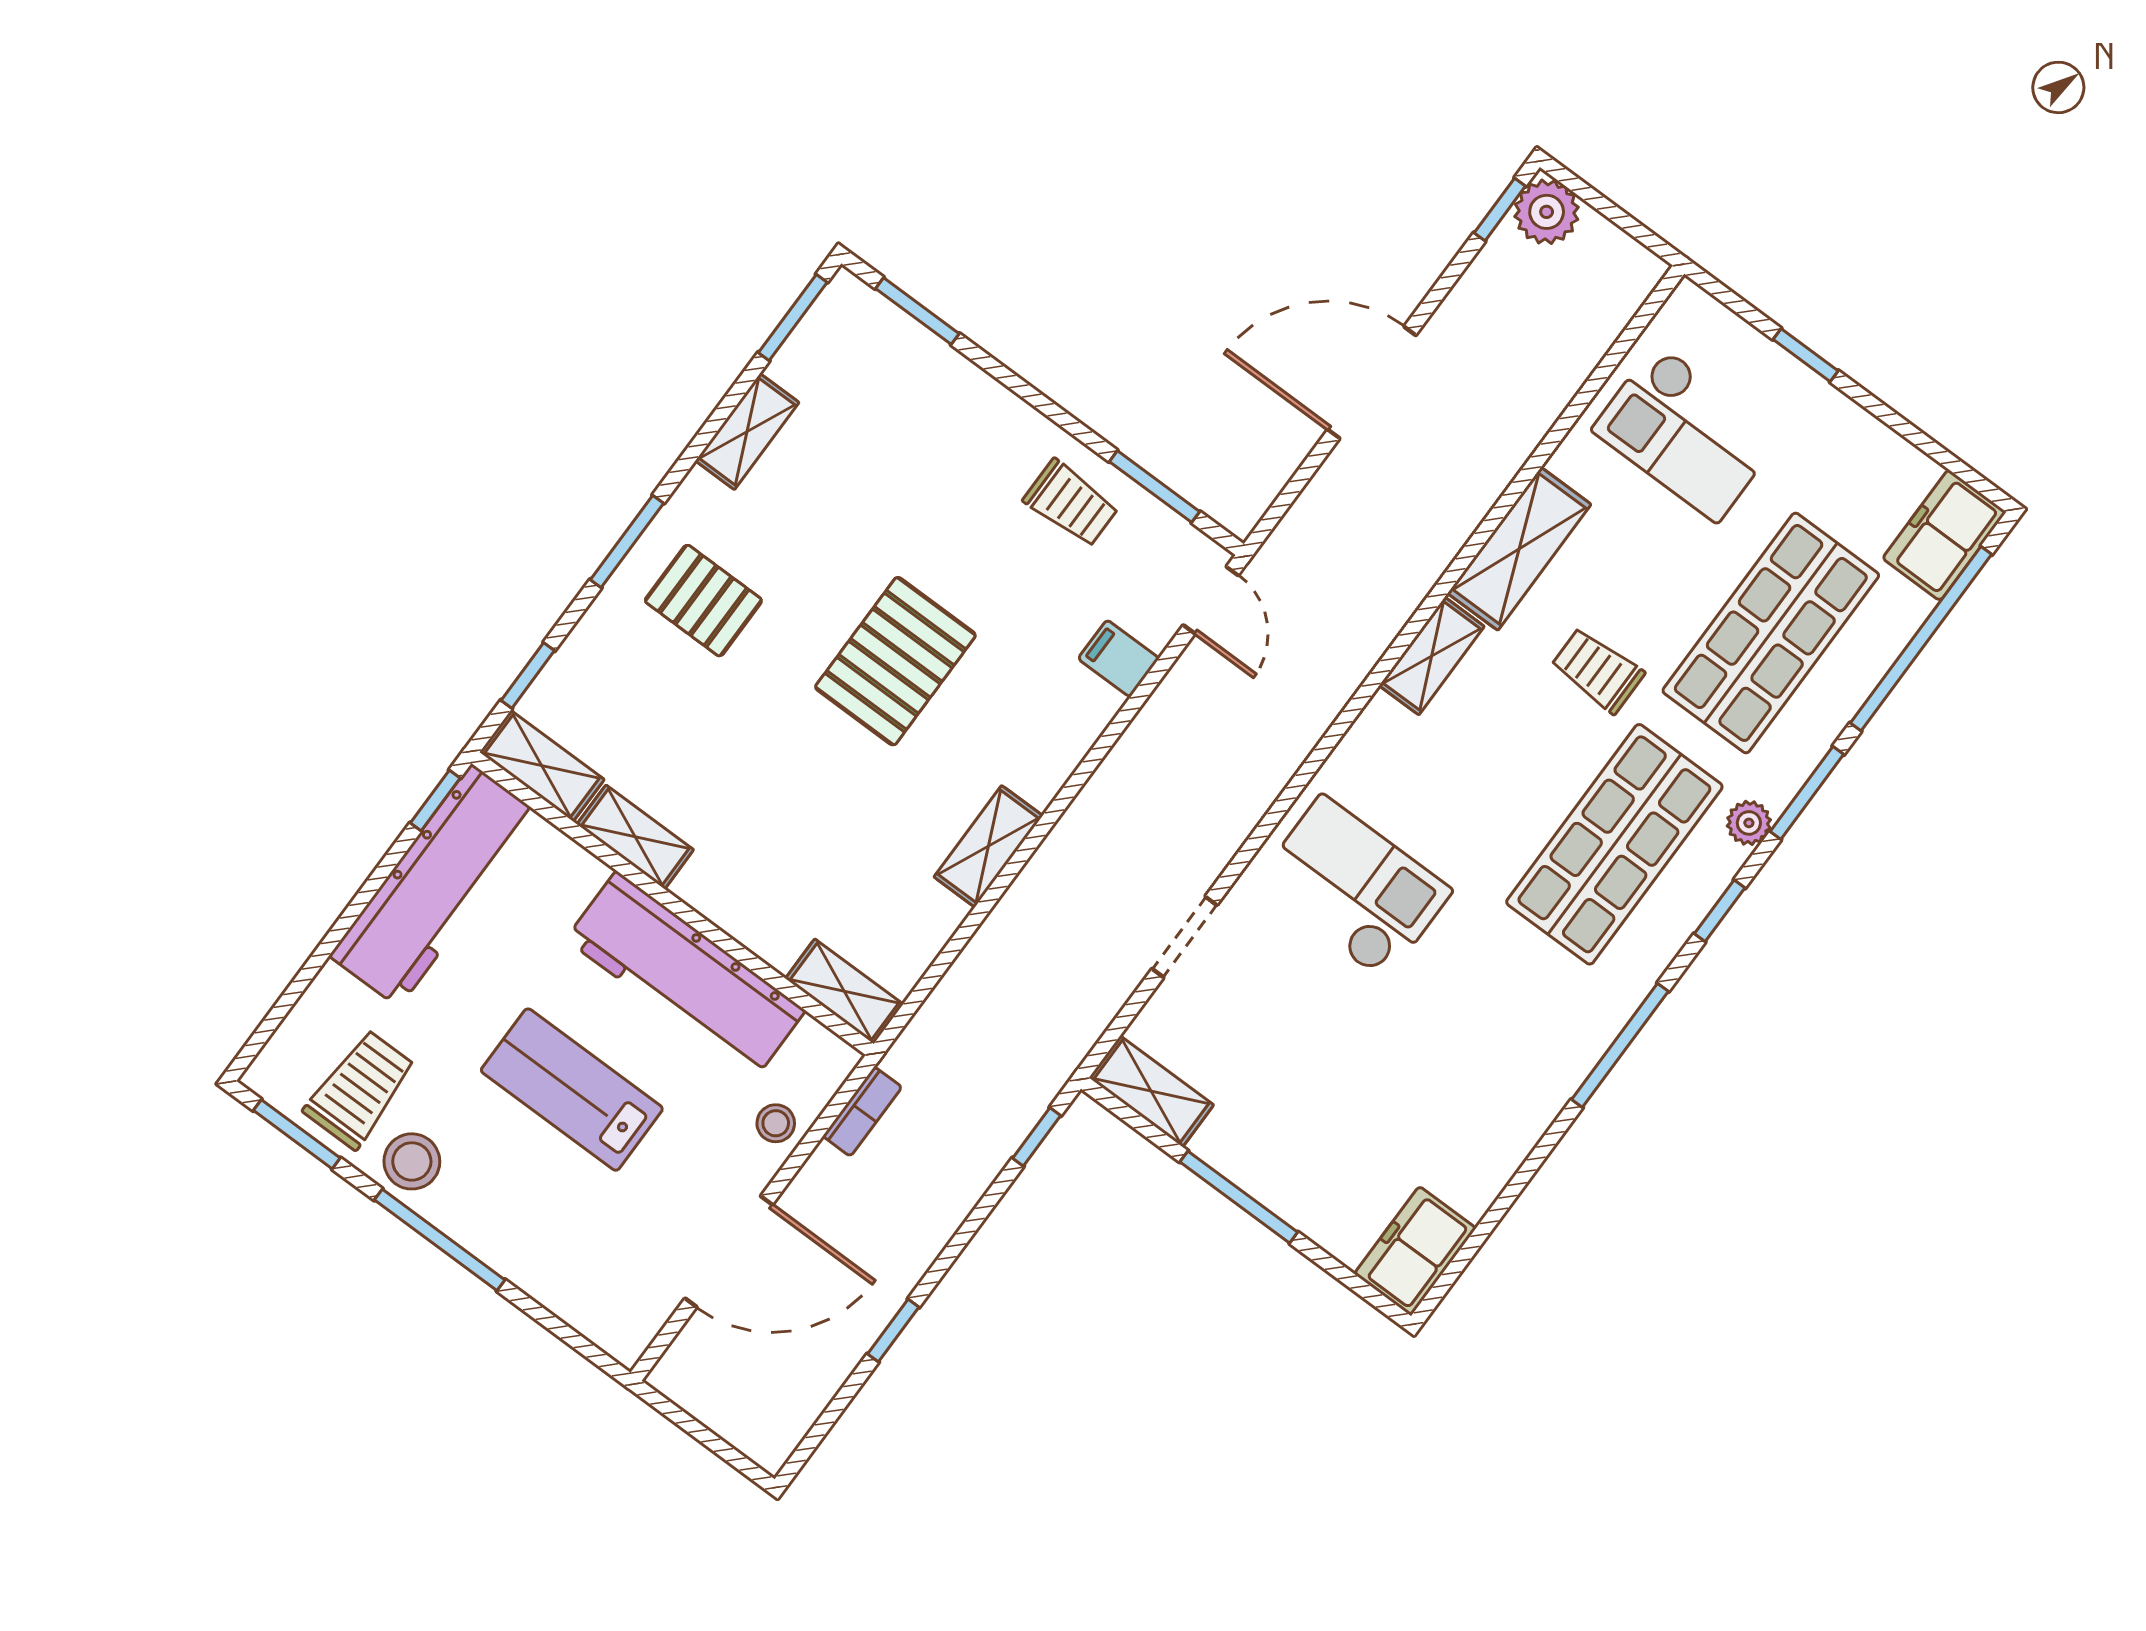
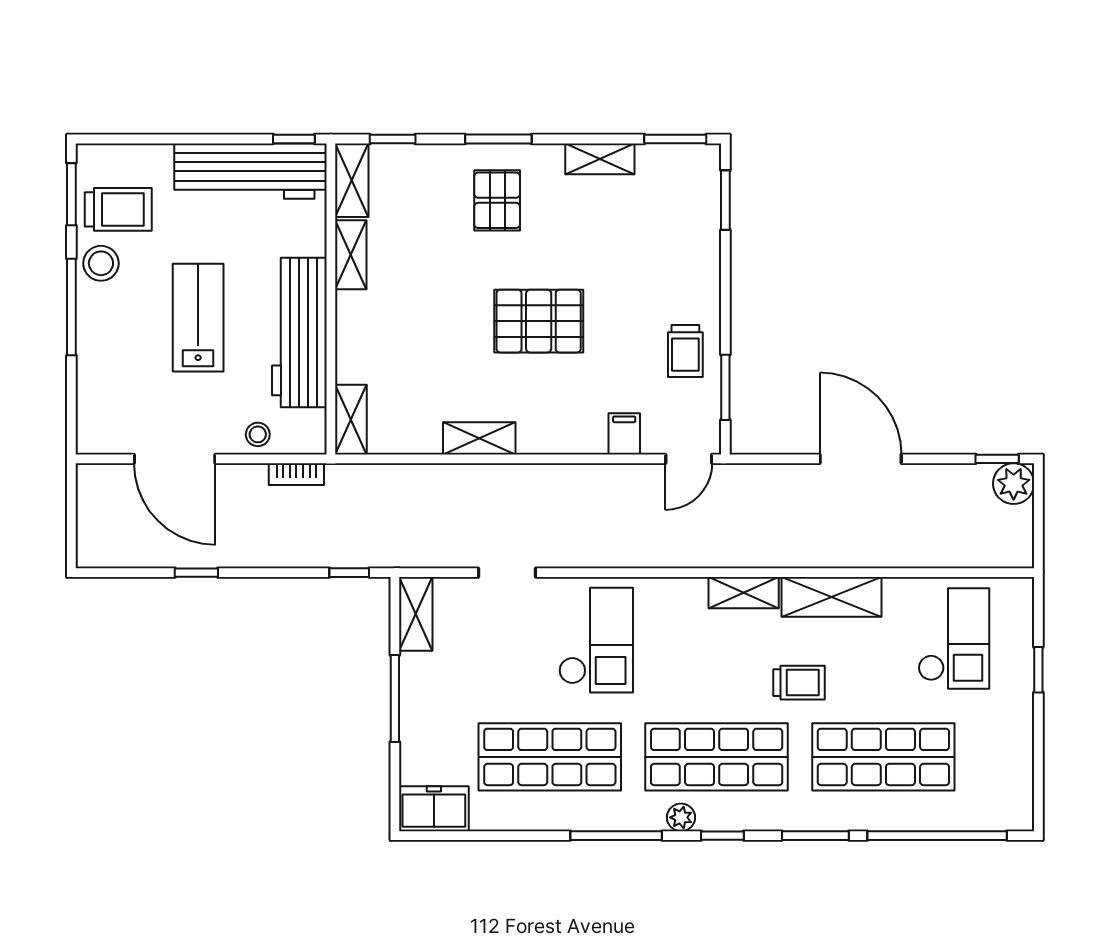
checkout: (1687, 433) -> (954, 639), turned 180
freezer: (1944, 535) -> (999, 808), removed
trolley: (1598, 670) -> (799, 683), turned 90
plant: (1749, 823) -> (681, 817), moved
shop shelf: (1458, 1056) -> (550, 757), added

